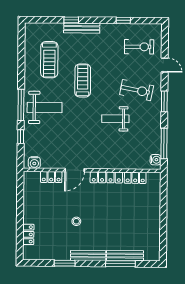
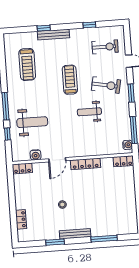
treadmill: (83, 80) -> (70, 80), moved
weight bench: (45, 108) -> (32, 122), moved
water cooler: (34, 163) -> (36, 155), moved
locker: (51, 177) -> (22, 168), moved
locker: (135, 178) -> (123, 161), moved
bench: (125, 256) -> (107, 231), removed

